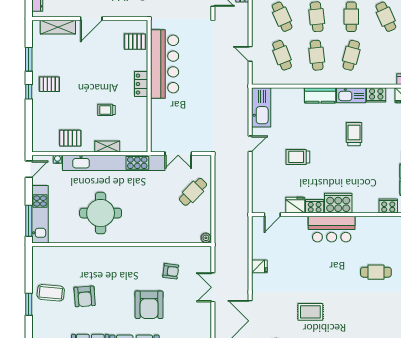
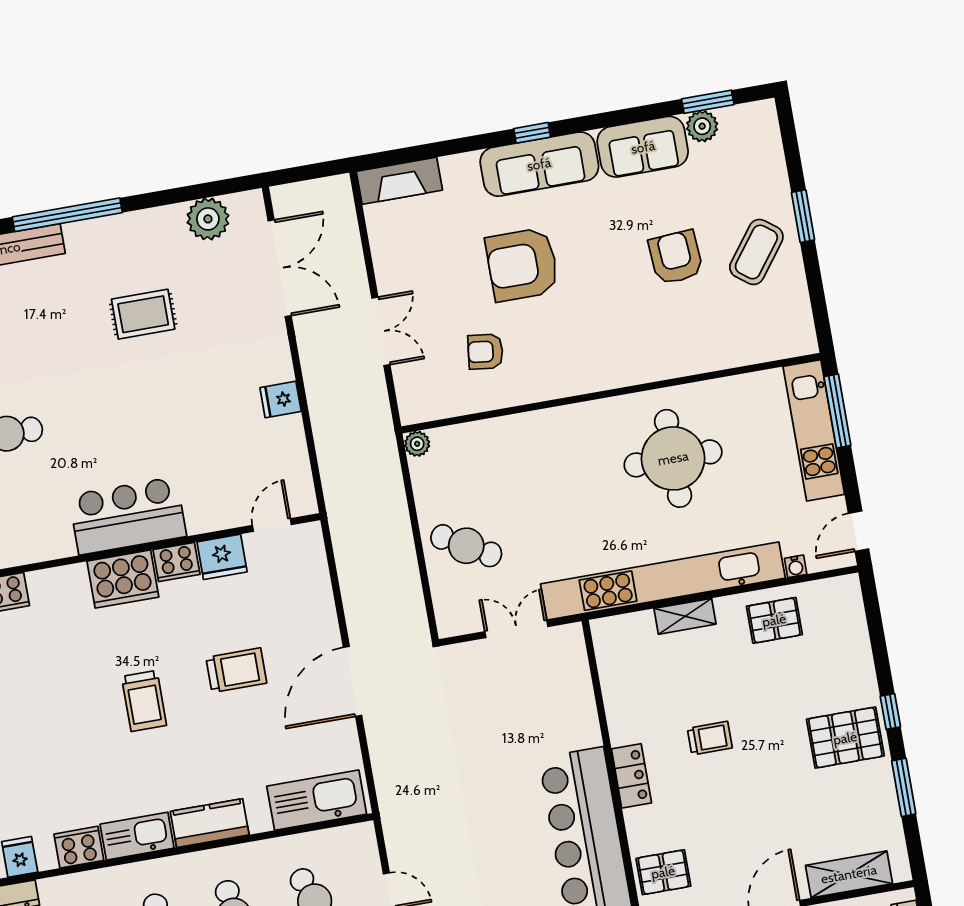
pallet: (49, 84) -> (845, 738), width x1.50, depth x1.42
kitchen sink: (261, 107) -> (317, 800), moved, turned 90
trolley: (106, 110) -> (710, 738), moved
trolley: (354, 134) -> (144, 701), moved
door: (250, 144) -> (352, 681), width x1.88
cafe table: (193, 192) -> (466, 546), turned 75
coffee table: (51, 293) -> (756, 252), turned -58
armchair: (149, 305) -> (522, 265), turned -90

